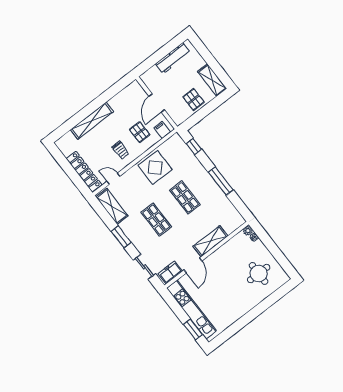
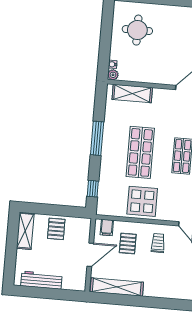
shelving: (92, 121) -> (117, 287), moved
shop shelf: (185, 197) -> (140, 152), width x1.43, depth x1.36
shelving: (211, 241) -> (132, 93), moved

